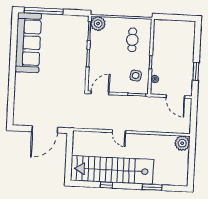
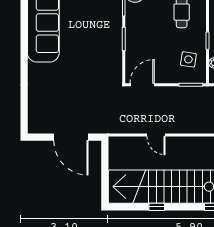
door: (45, 129) -> (71, 137), hinge flipped
door: (119, 132) -> (156, 135), moved

